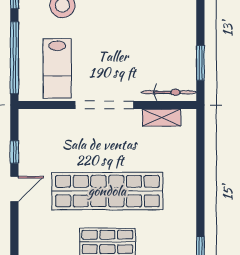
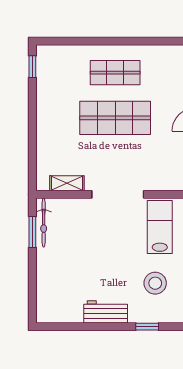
bicycle: (169, 92) -> (44, 223), moved, turned -90
shop shelf: (107, 191) -> (115, 118), width x0.71

